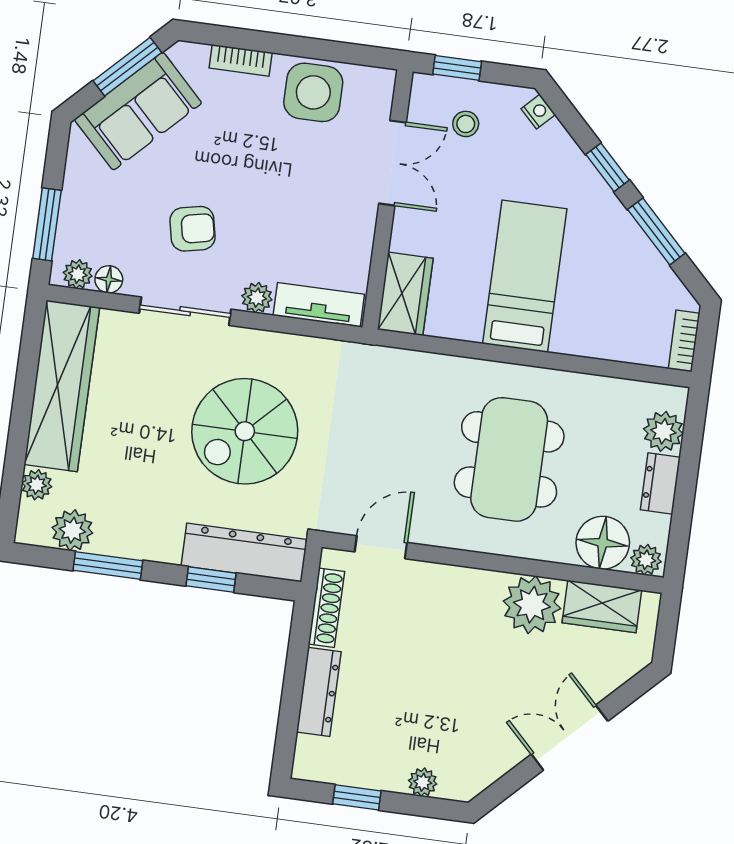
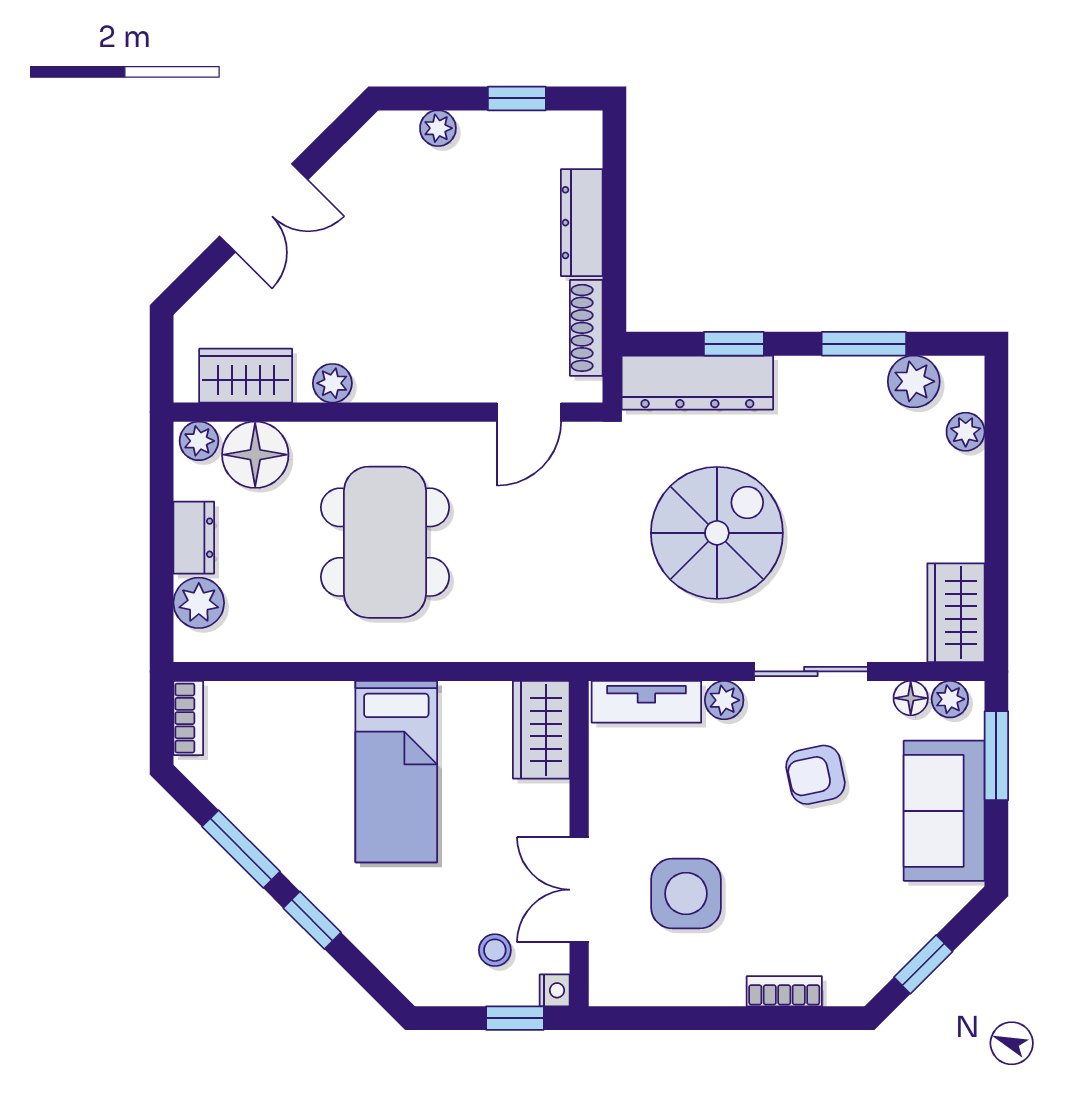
window: (127, 67) -> (923, 964), width x0.67
side table: (313, 92) -> (686, 894), moved
sofa: (138, 111) -> (944, 811), moved, turned -45
nightstand: (538, 112) -> (555, 990), moved, turned -135
wardrobe: (62, 386) -> (956, 613), width x0.48, depth x0.85
plant: (532, 605) -> (332, 383), width x0.53, depth x0.53

